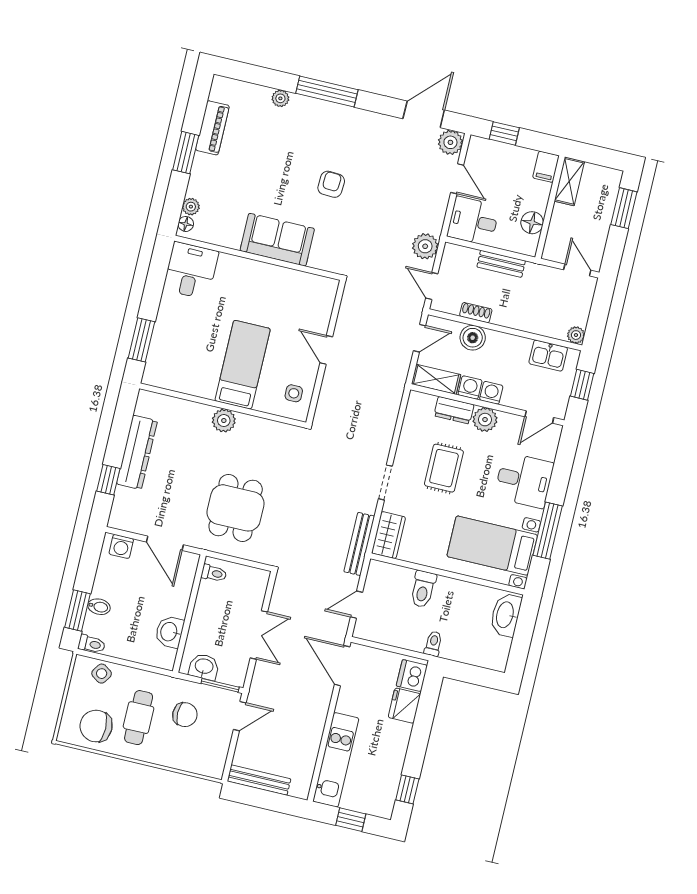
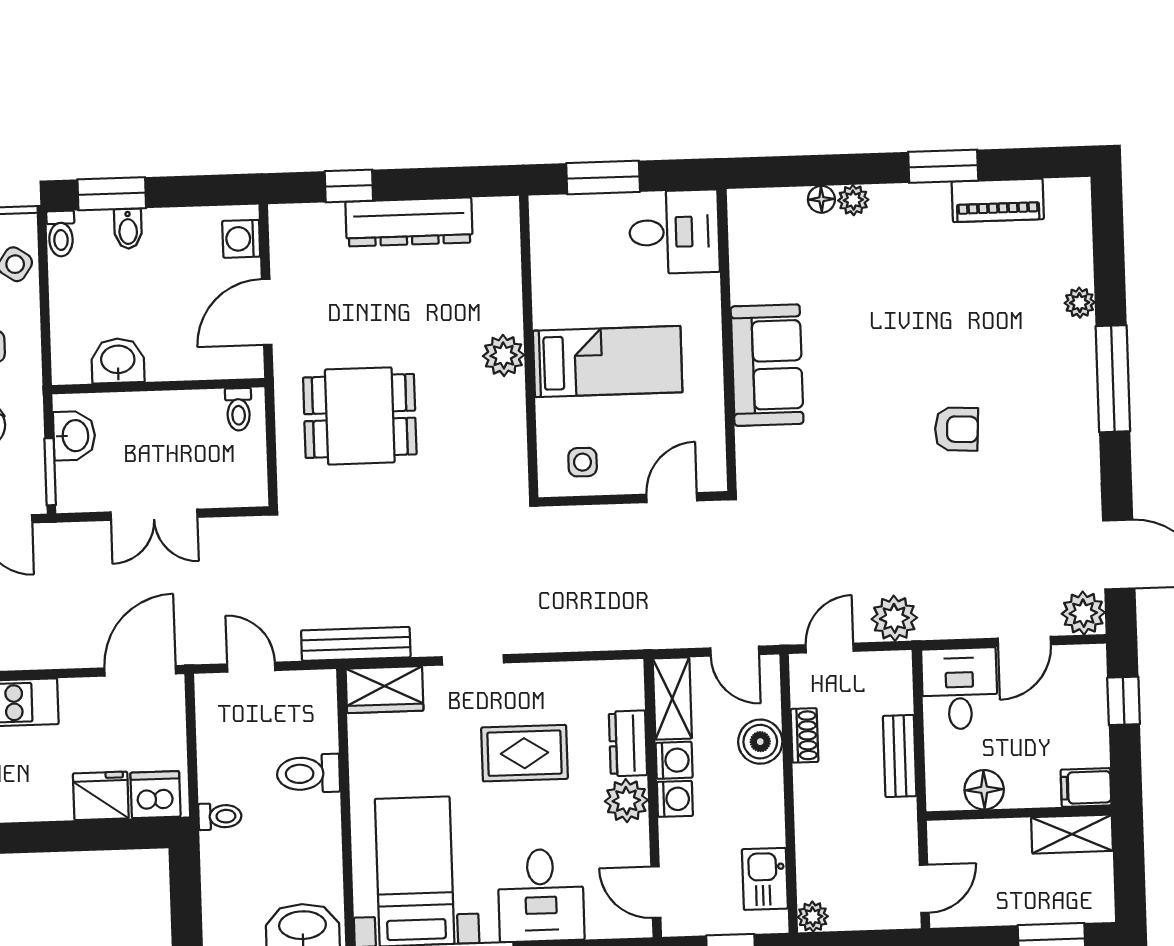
sofa: (277, 240) -> (767, 365), moved
wall: (258, 258) -> (727, 340), moved
desk: (191, 271) -> (674, 232), moved

